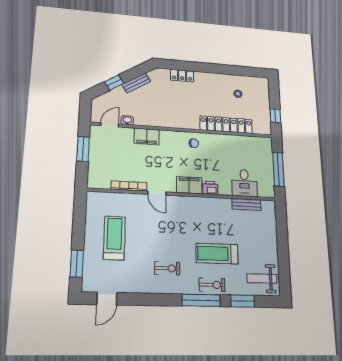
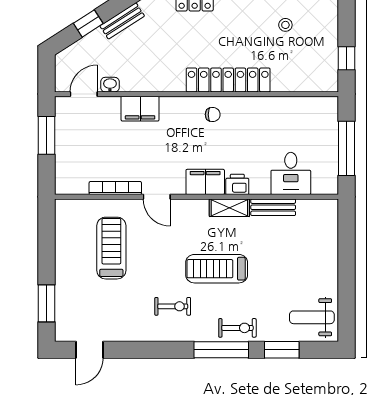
locker: (226, 125) -> (228, 80), moved
shelving: (205, 203) -> (229, 208), added
bench: (246, 204) -> (273, 207), moved
treadmill: (114, 238) -> (111, 248), moved
treadmill: (217, 254) -> (217, 269), moved

